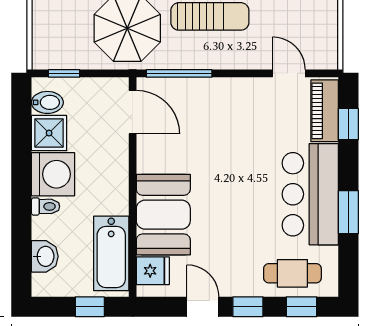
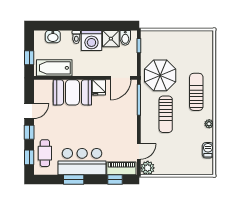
plant: (324, 55) -> (148, 168), added
fridge: (153, 271) -> (99, 87), moved

